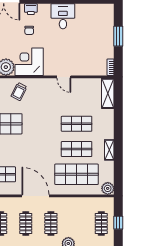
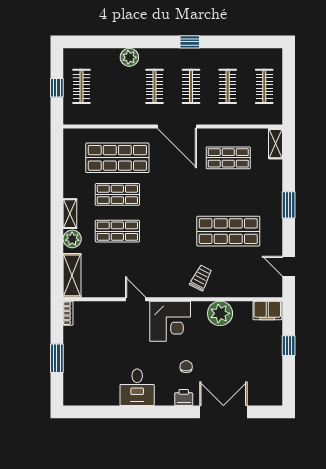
corner desk: (29, 62) -> (170, 321), moved
shelving: (109, 150) -> (70, 214), moved
plant: (108, 188) -> (72, 239), moved

